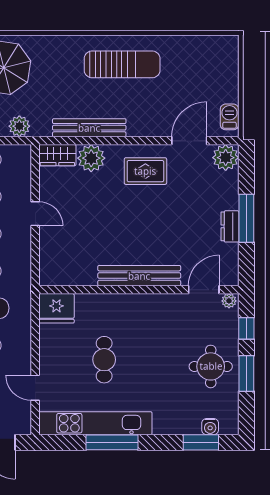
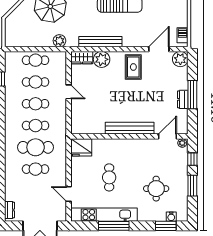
rug: (145, 171) -> (133, 67), turned 90
round table: (211, 366) -> (156, 189), moved

